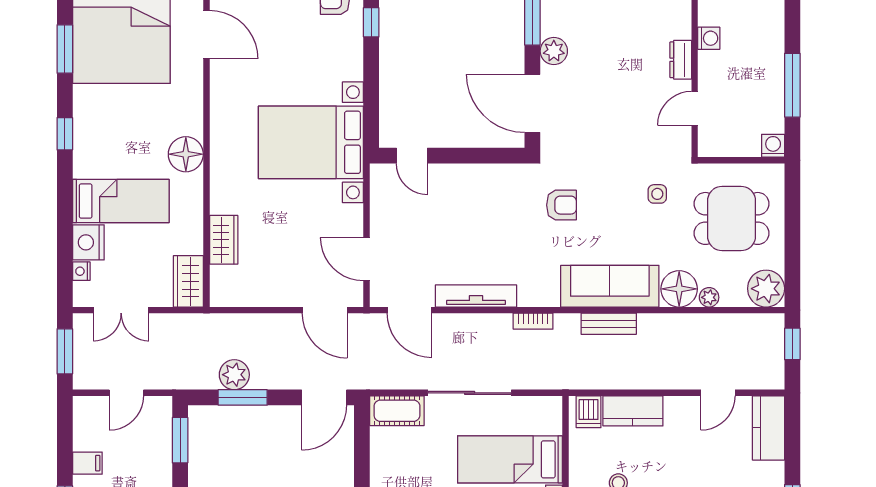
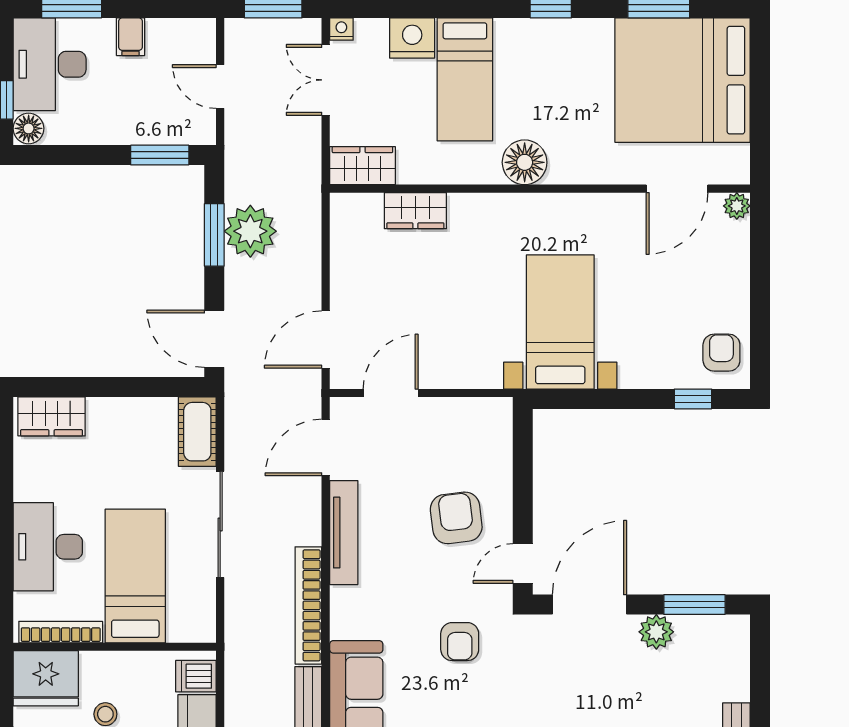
bed with nightstands: (311, 142) -> (560, 322), width x0.73
door: (412, 156) -> (523, 563), moved
armchair: (464, 208) -> (456, 518), added
nightstand: (81, 271) -> (341, 29), moved
bookcase: (533, 321) -> (308, 605), width x2.31, depth x1.31
plant: (234, 375) -> (250, 231), width x1.36, depth x1.36

